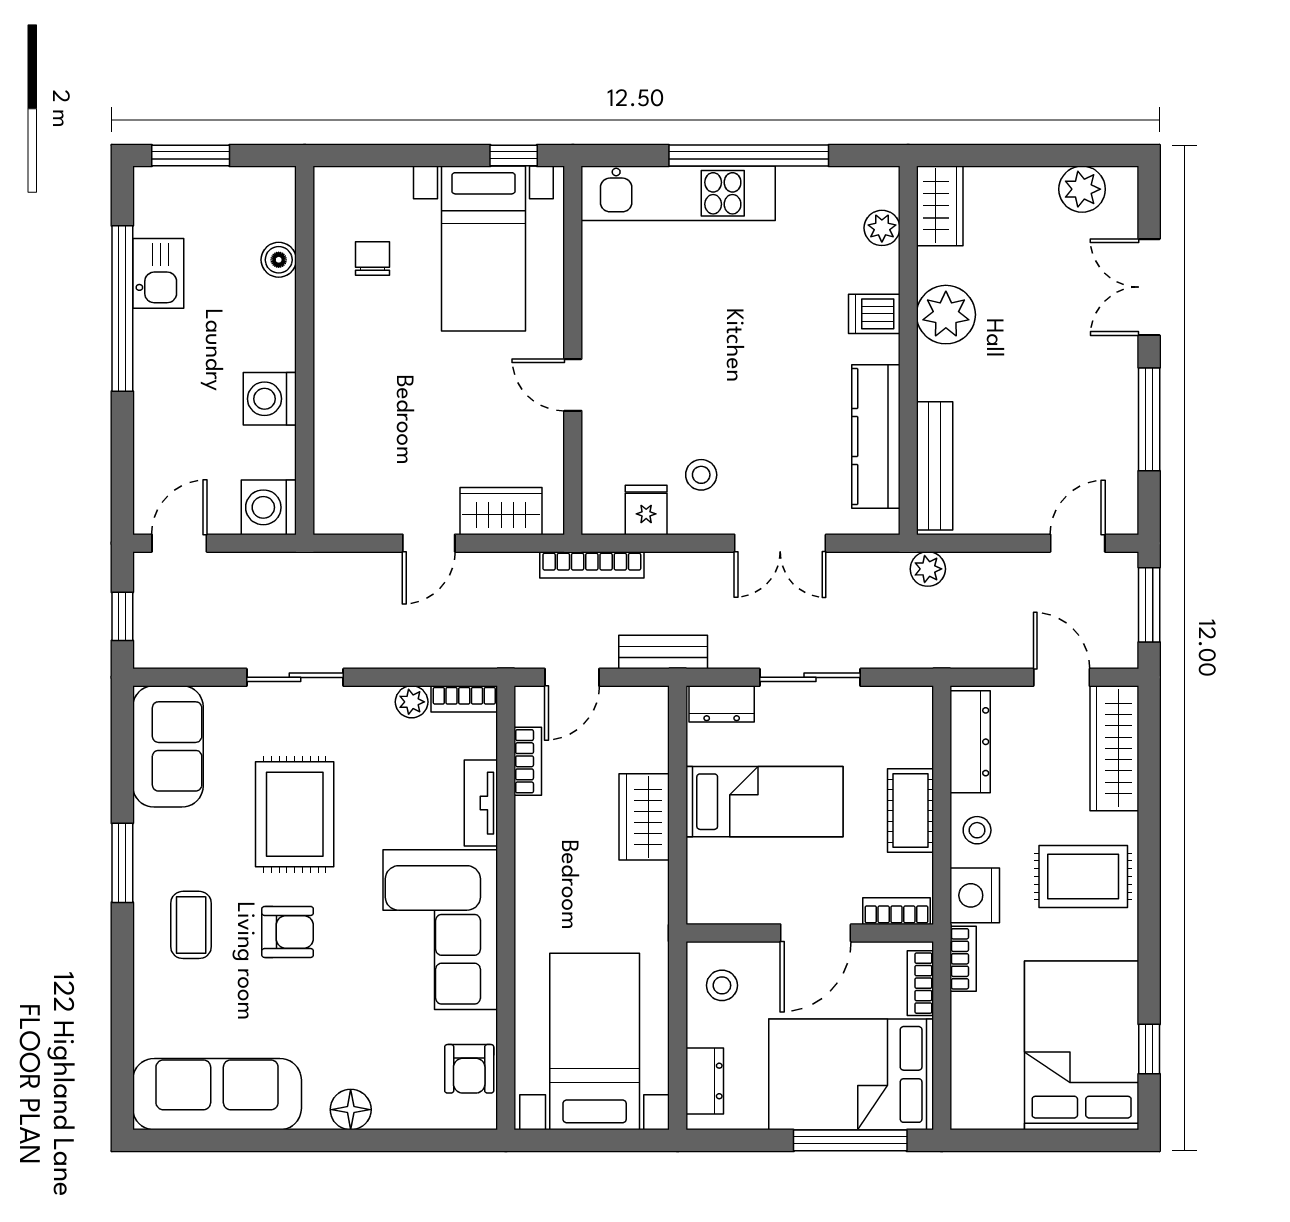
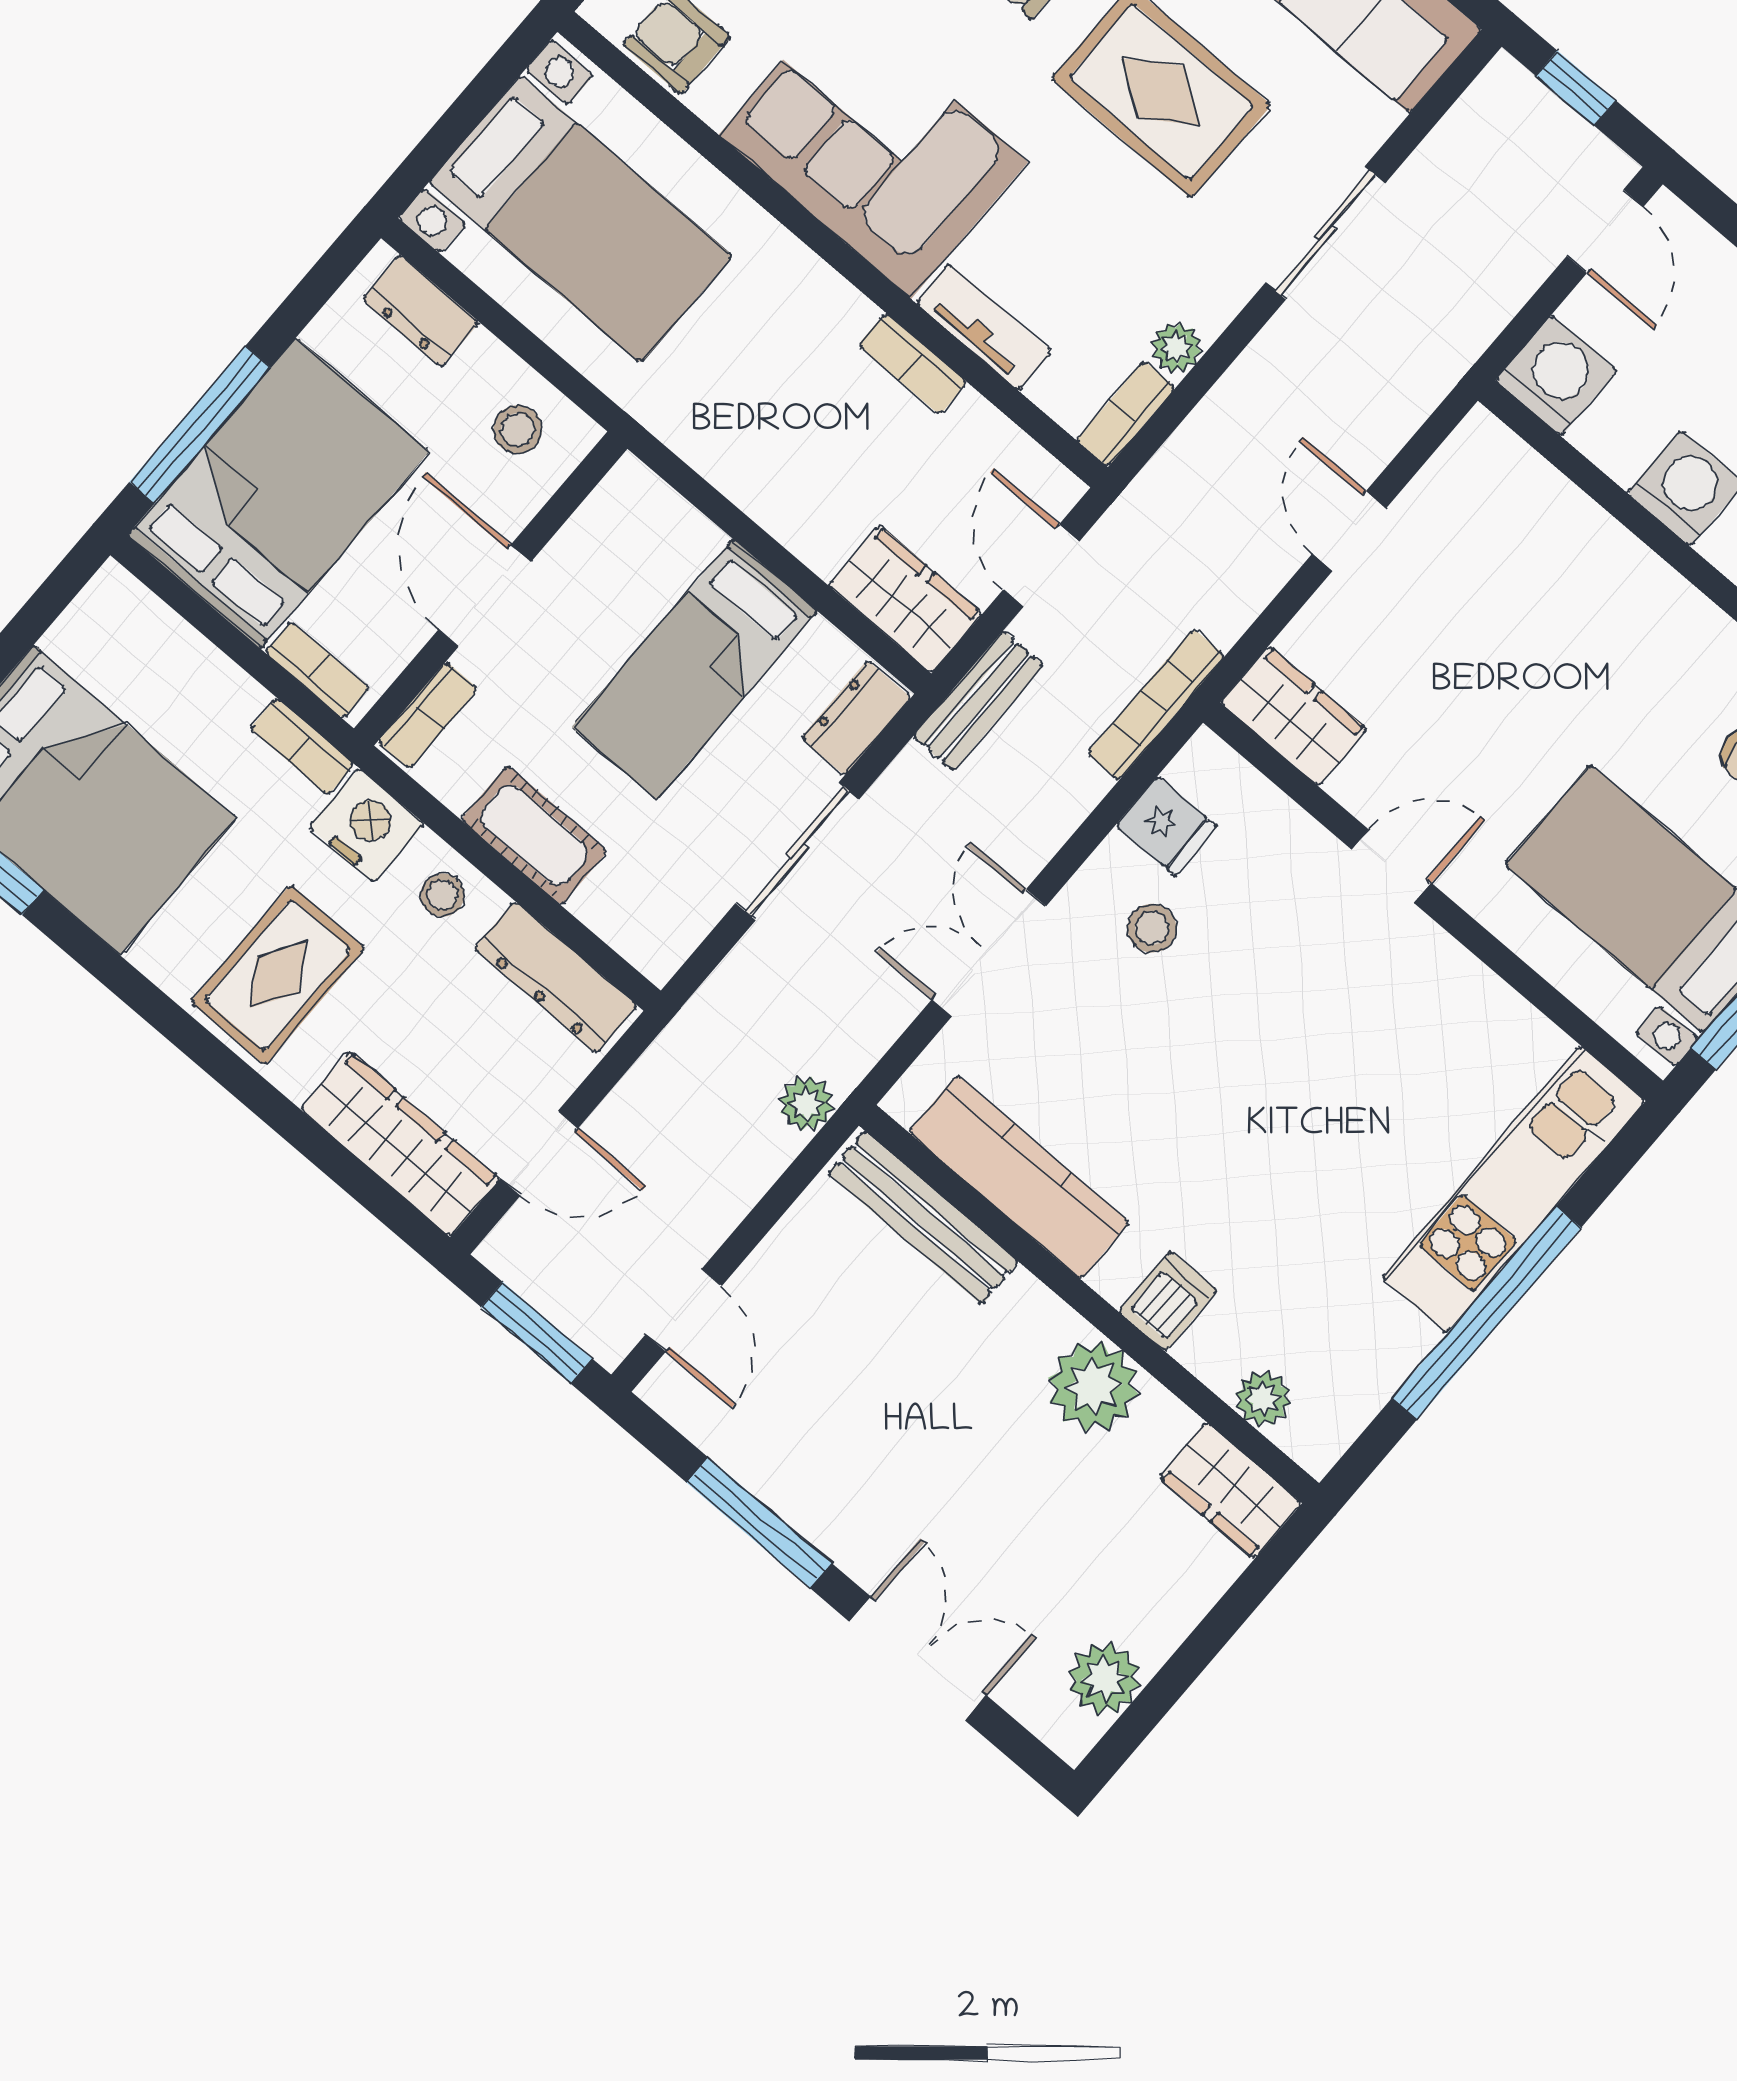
wardrobe: (501, 511) -> (1294, 716), moved, turned -90
bookcase: (528, 761) -> (913, 364), moved
wardrobe: (644, 817) -> (905, 599), moved

